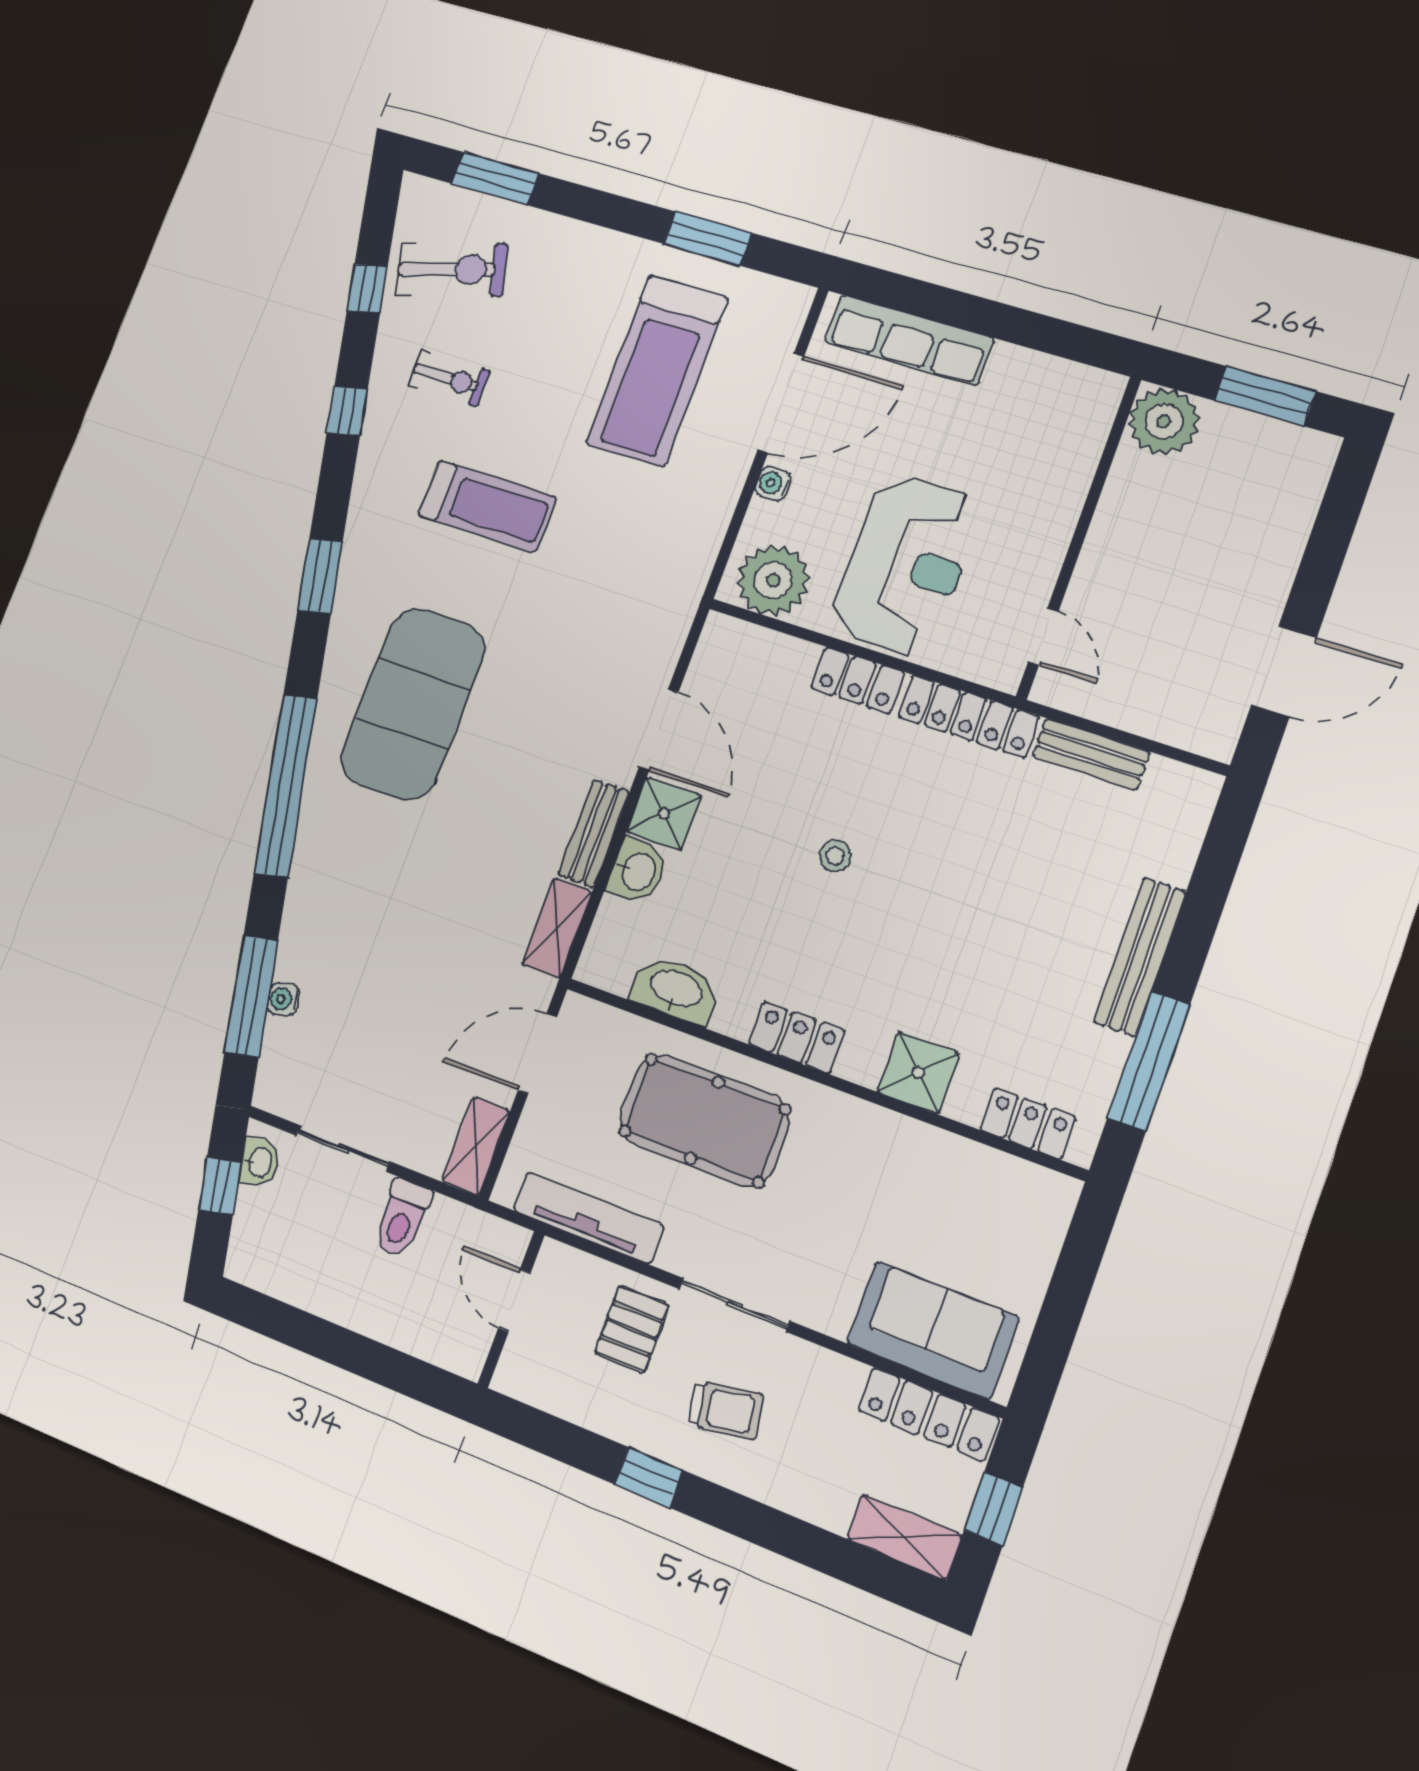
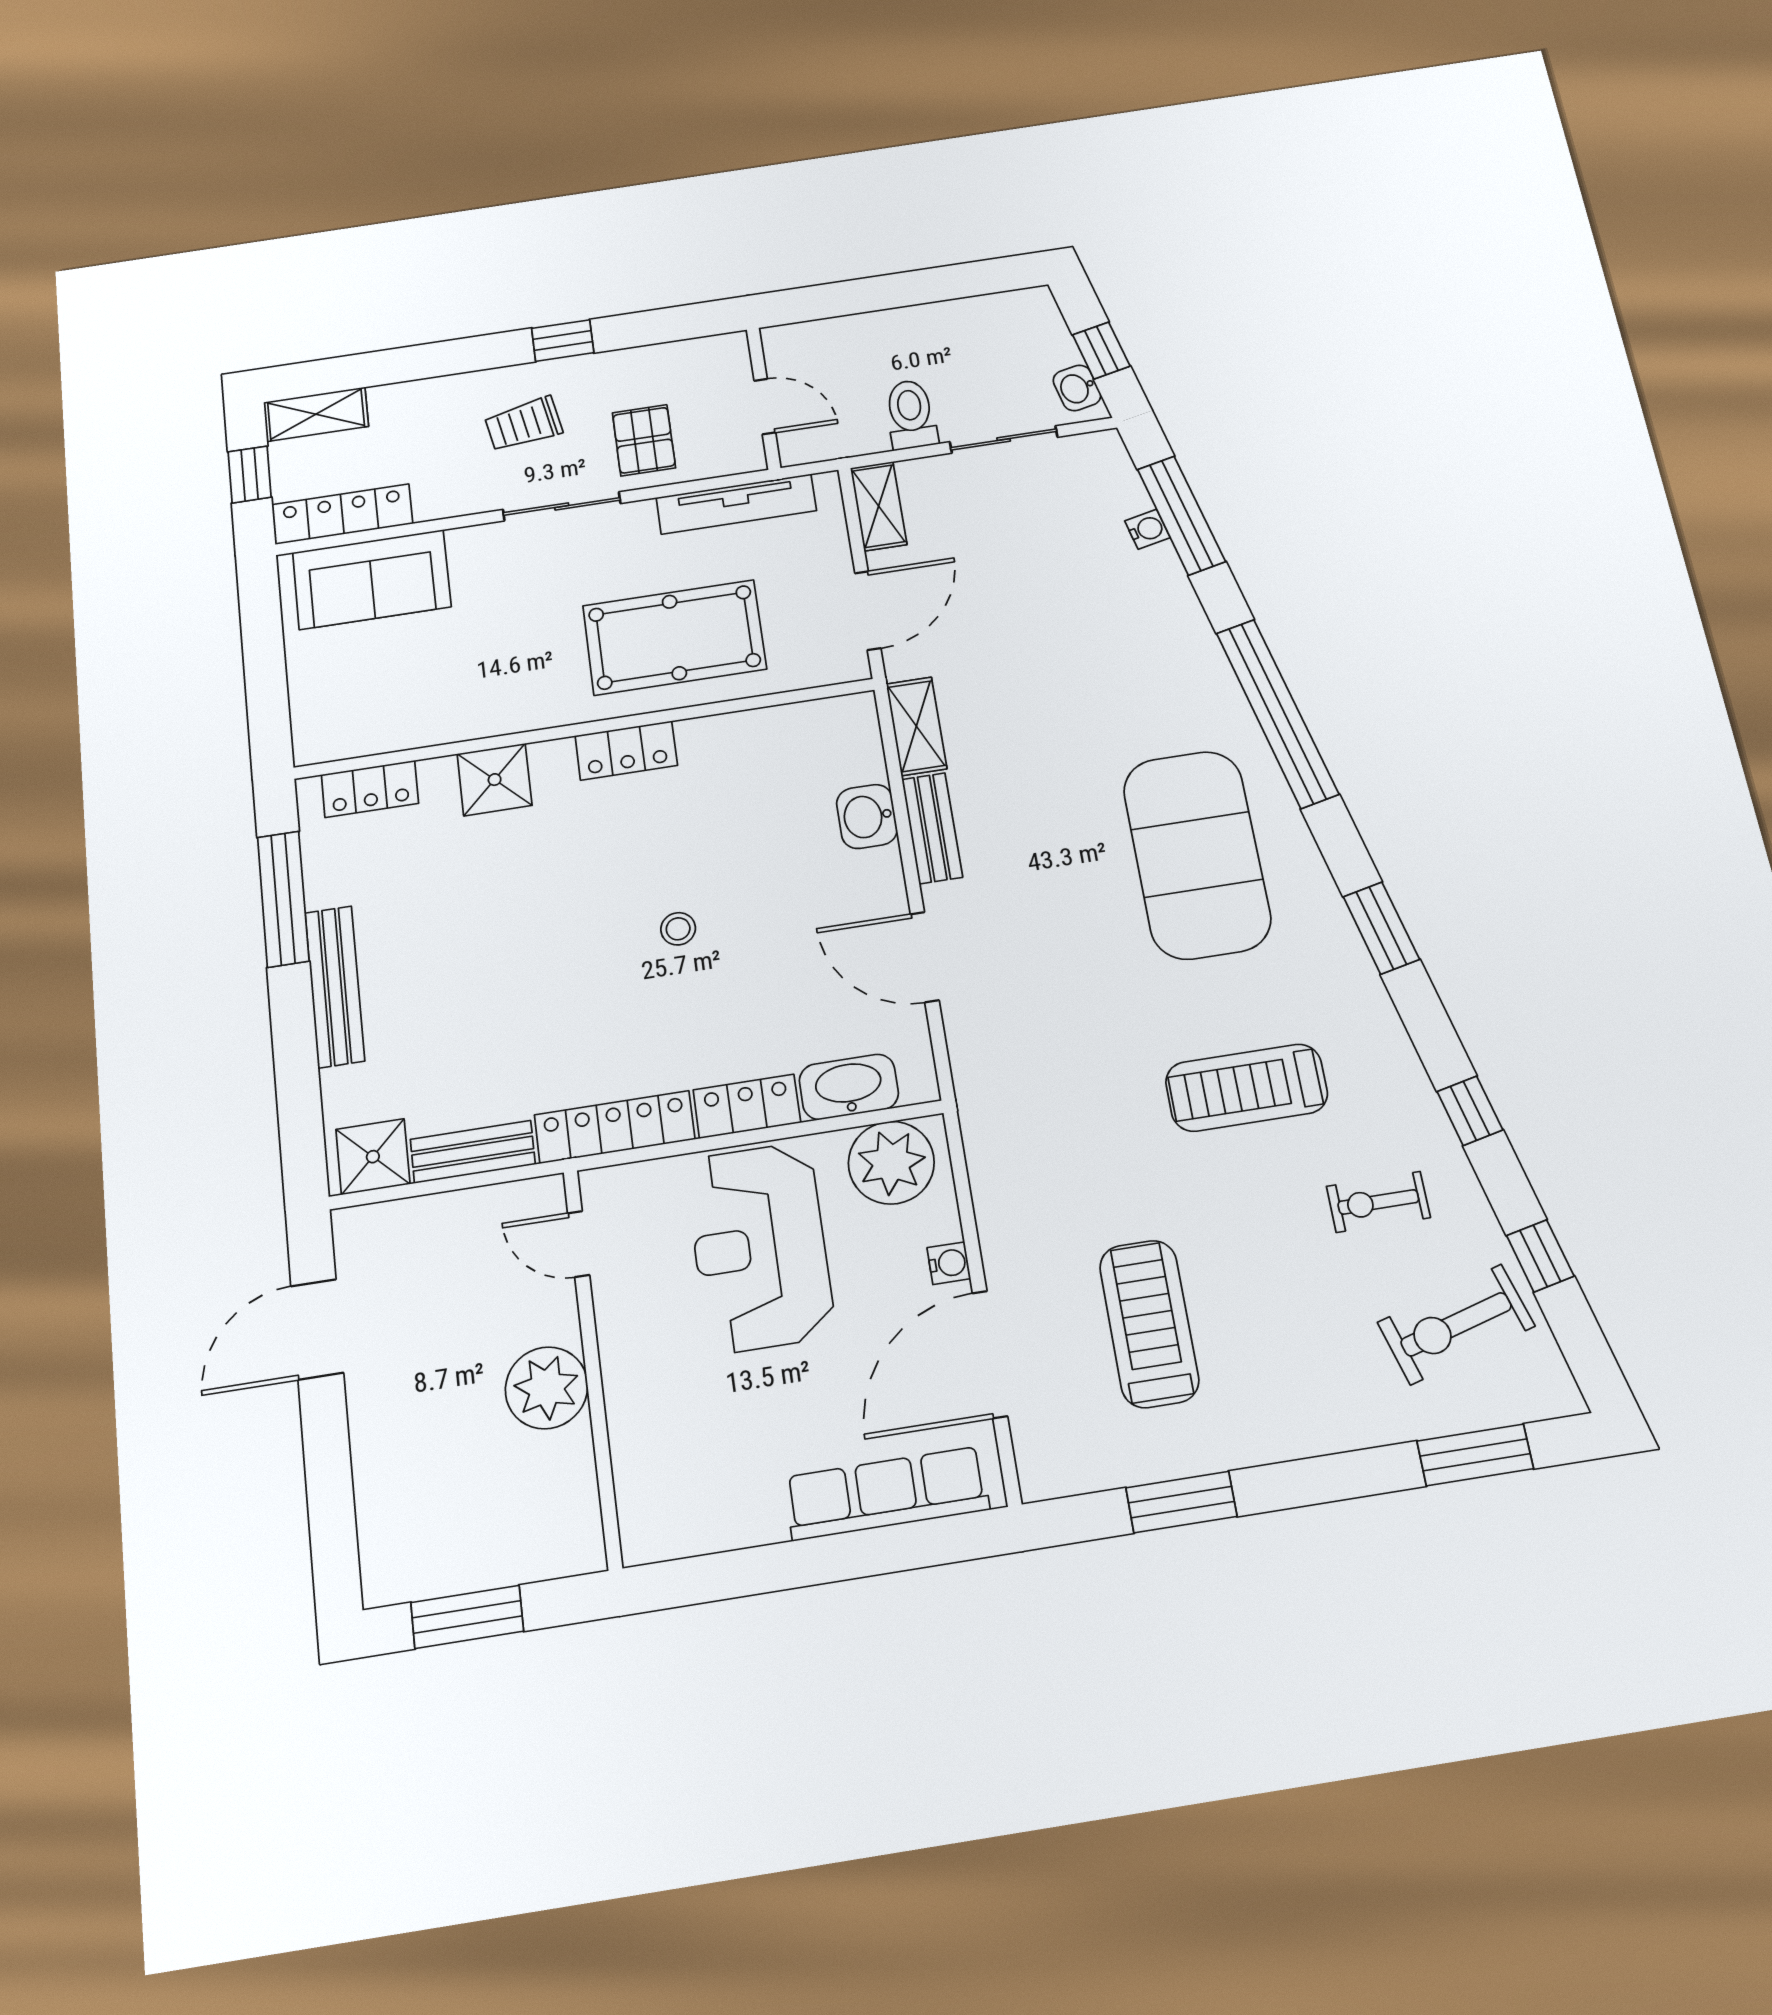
treadmill: (657, 371) -> (1149, 1323), width x0.73, depth x0.73
plant: (1164, 421) -> (547, 1388), moved
shower: (664, 814) -> (373, 1157), moved
washbasin: (676, 990) -> (849, 1087), moved, turned 180

